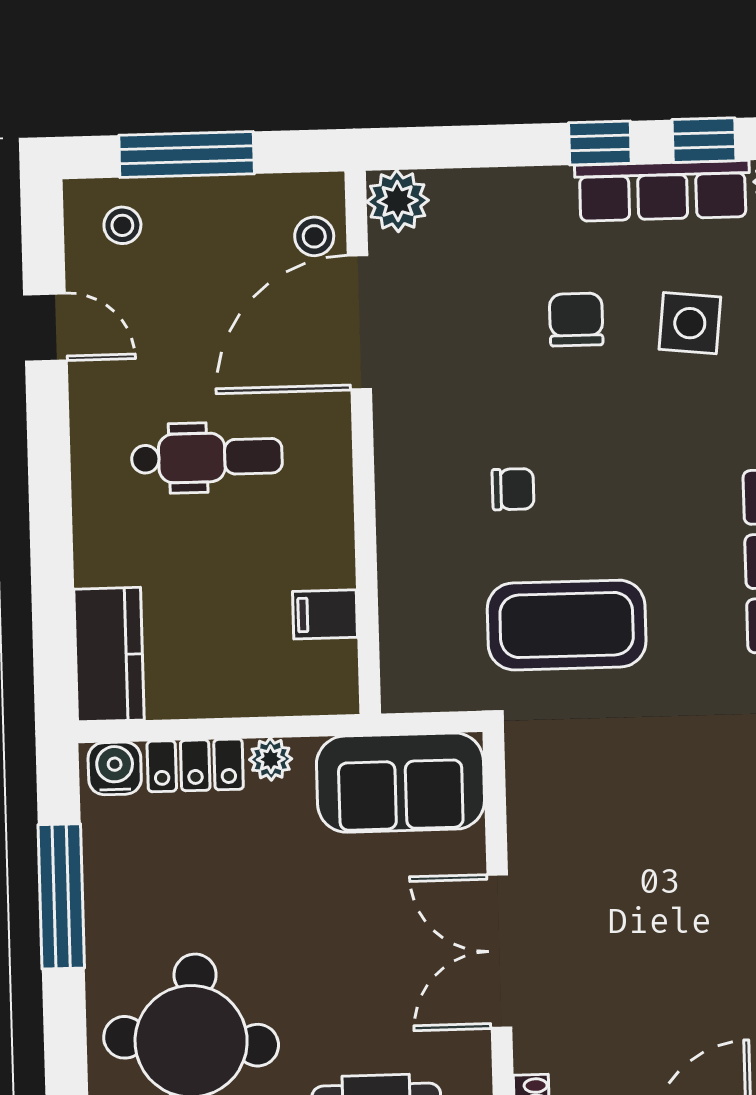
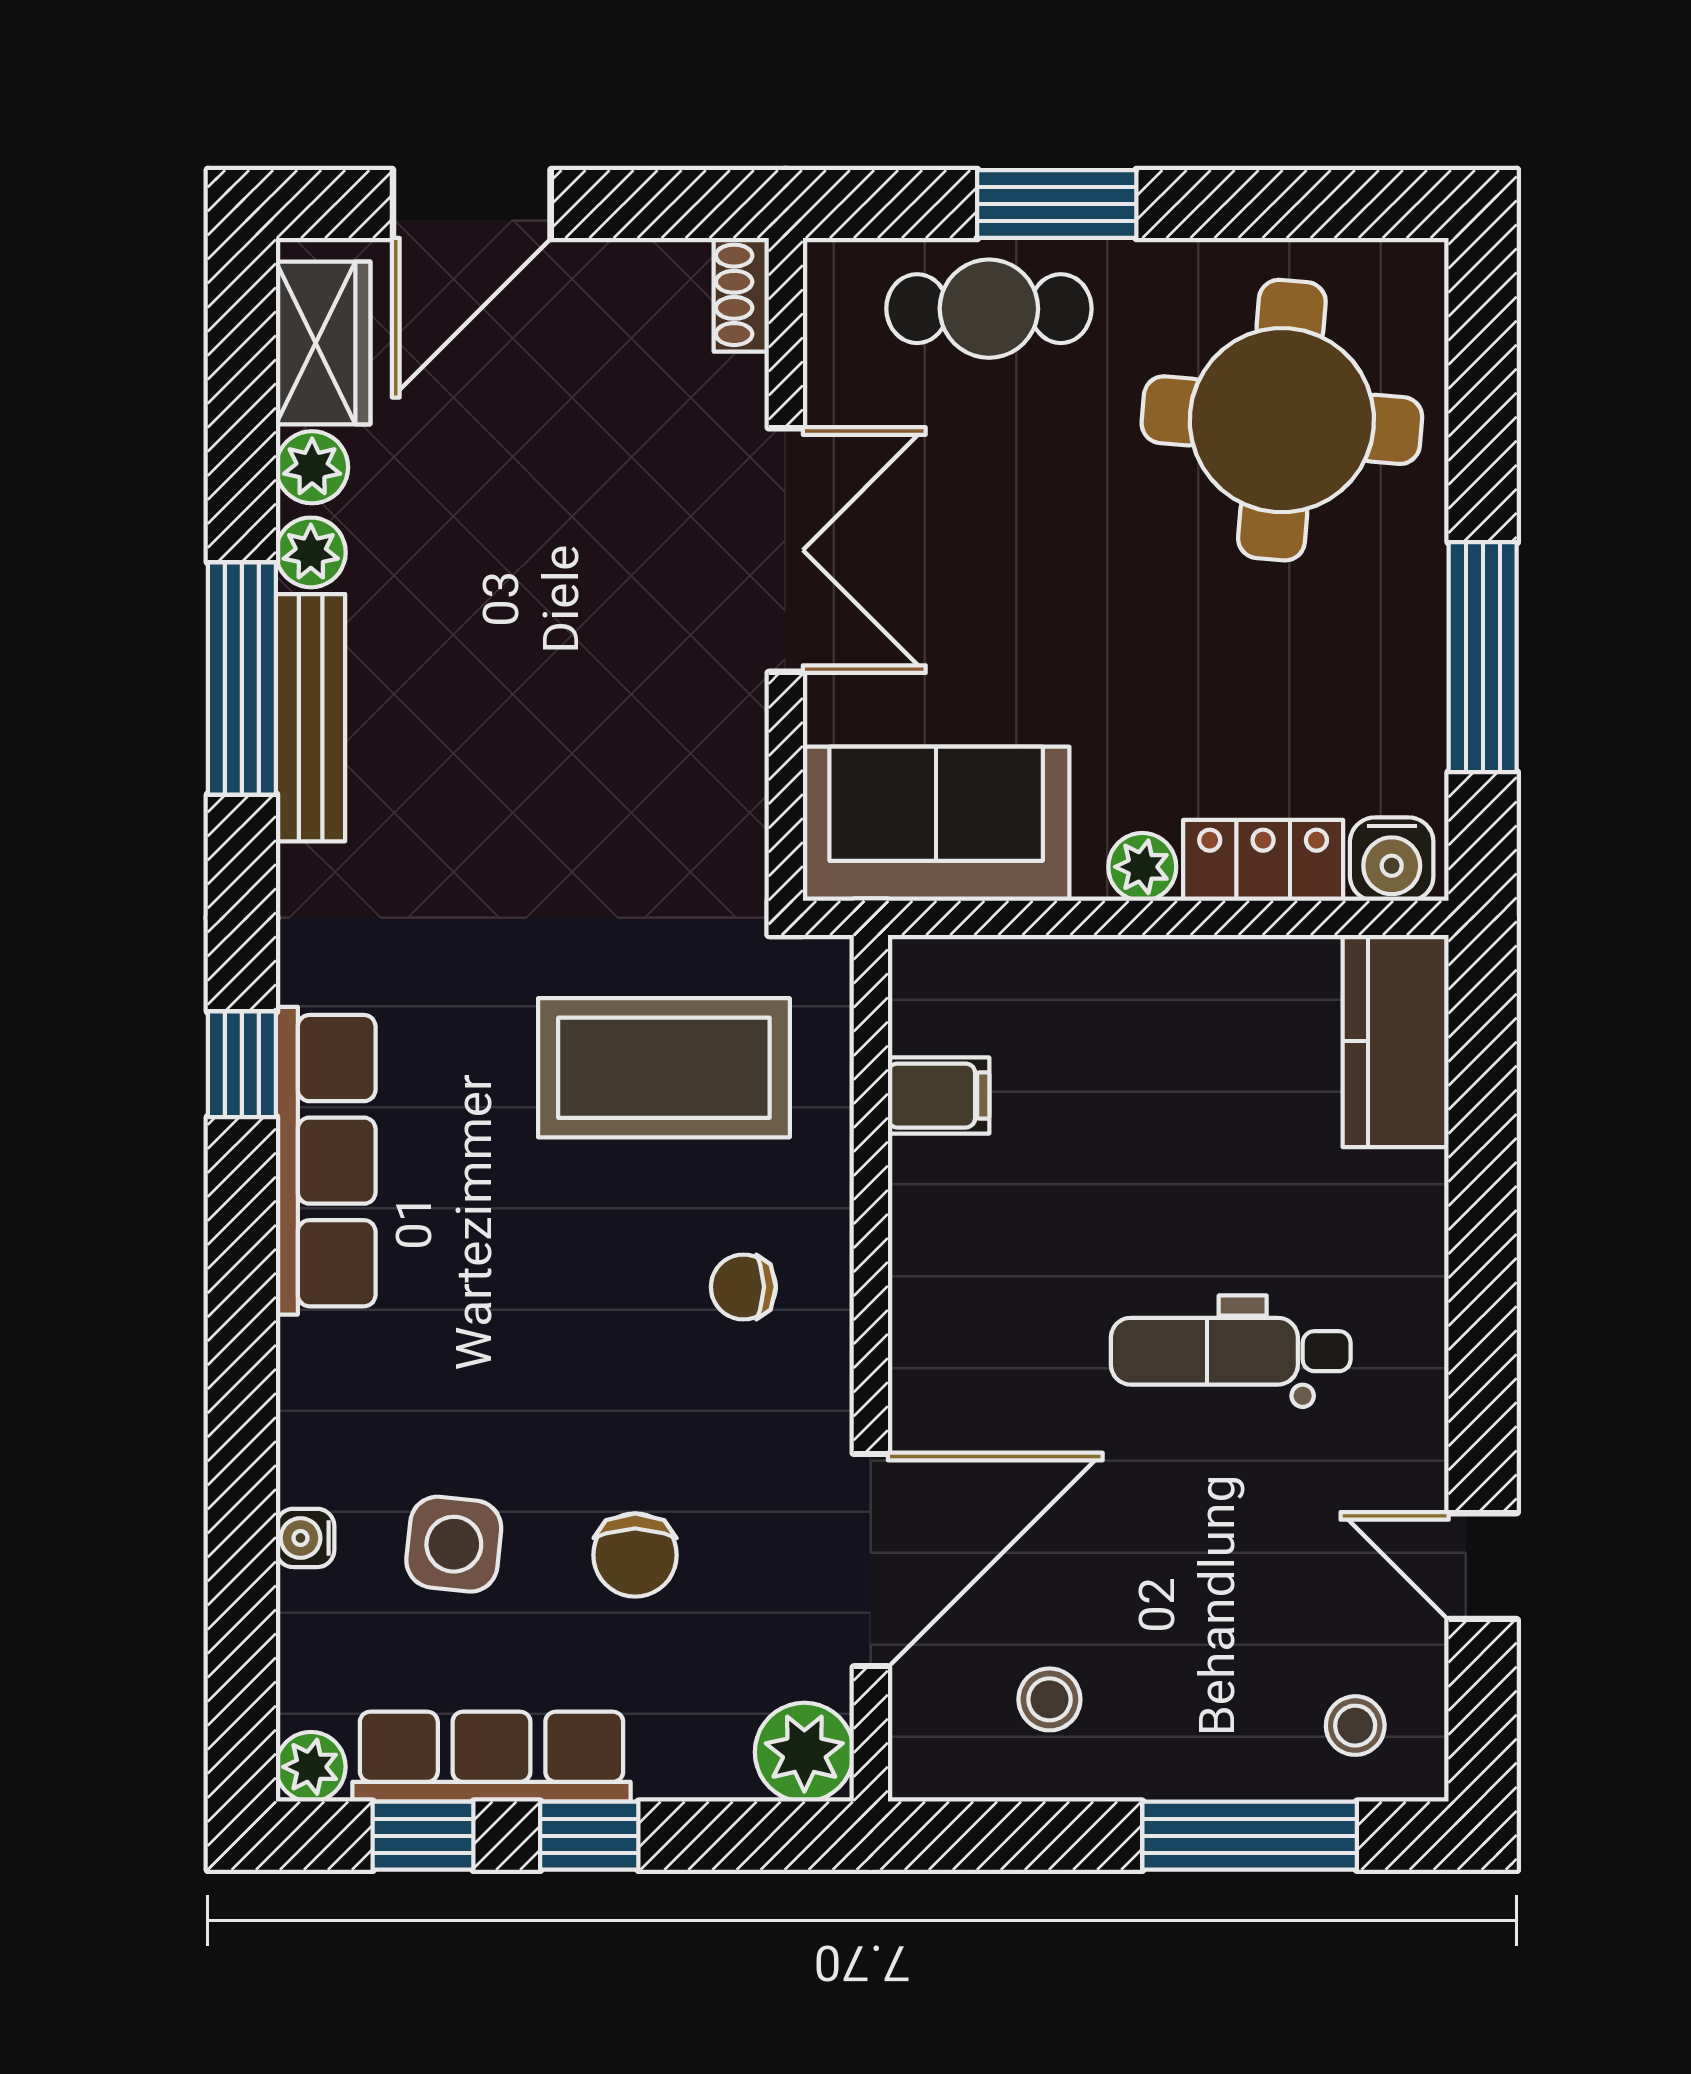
plant: (398, 201) -> (804, 1752), moved
door: (359, 322) -> (871, 1560), moved
wall: (363, 442) -> (871, 1368), moved
filing cabinet: (325, 614) -> (939, 1096), moved

